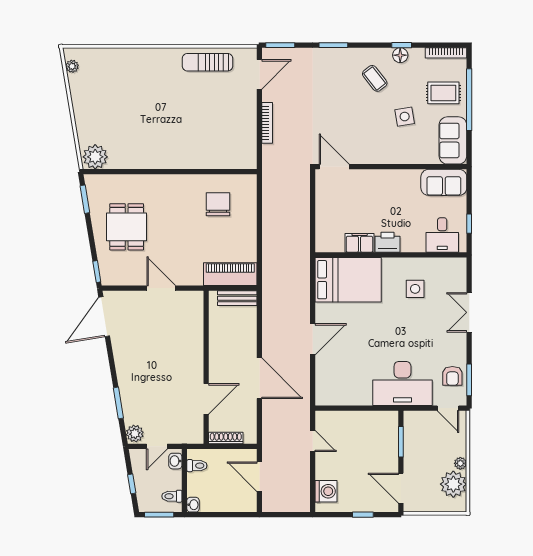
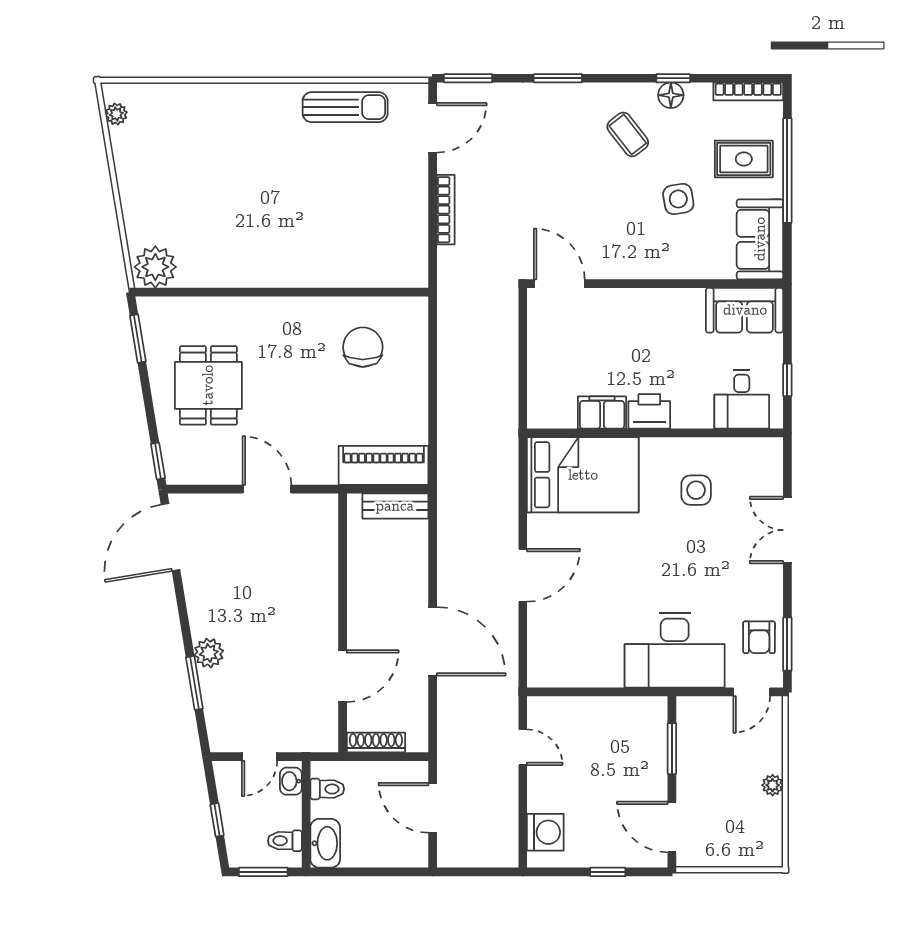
sun lounger: (207, 62) -> (345, 107), turned 180
door: (448, 408) -> (752, 692), hinge flipped
plant: (135, 434) -> (209, 653), moved
plant: (453, 484) -> (761, 820), removed
washbasin: (193, 505) -> (325, 843), width x1.91, depth x1.45

